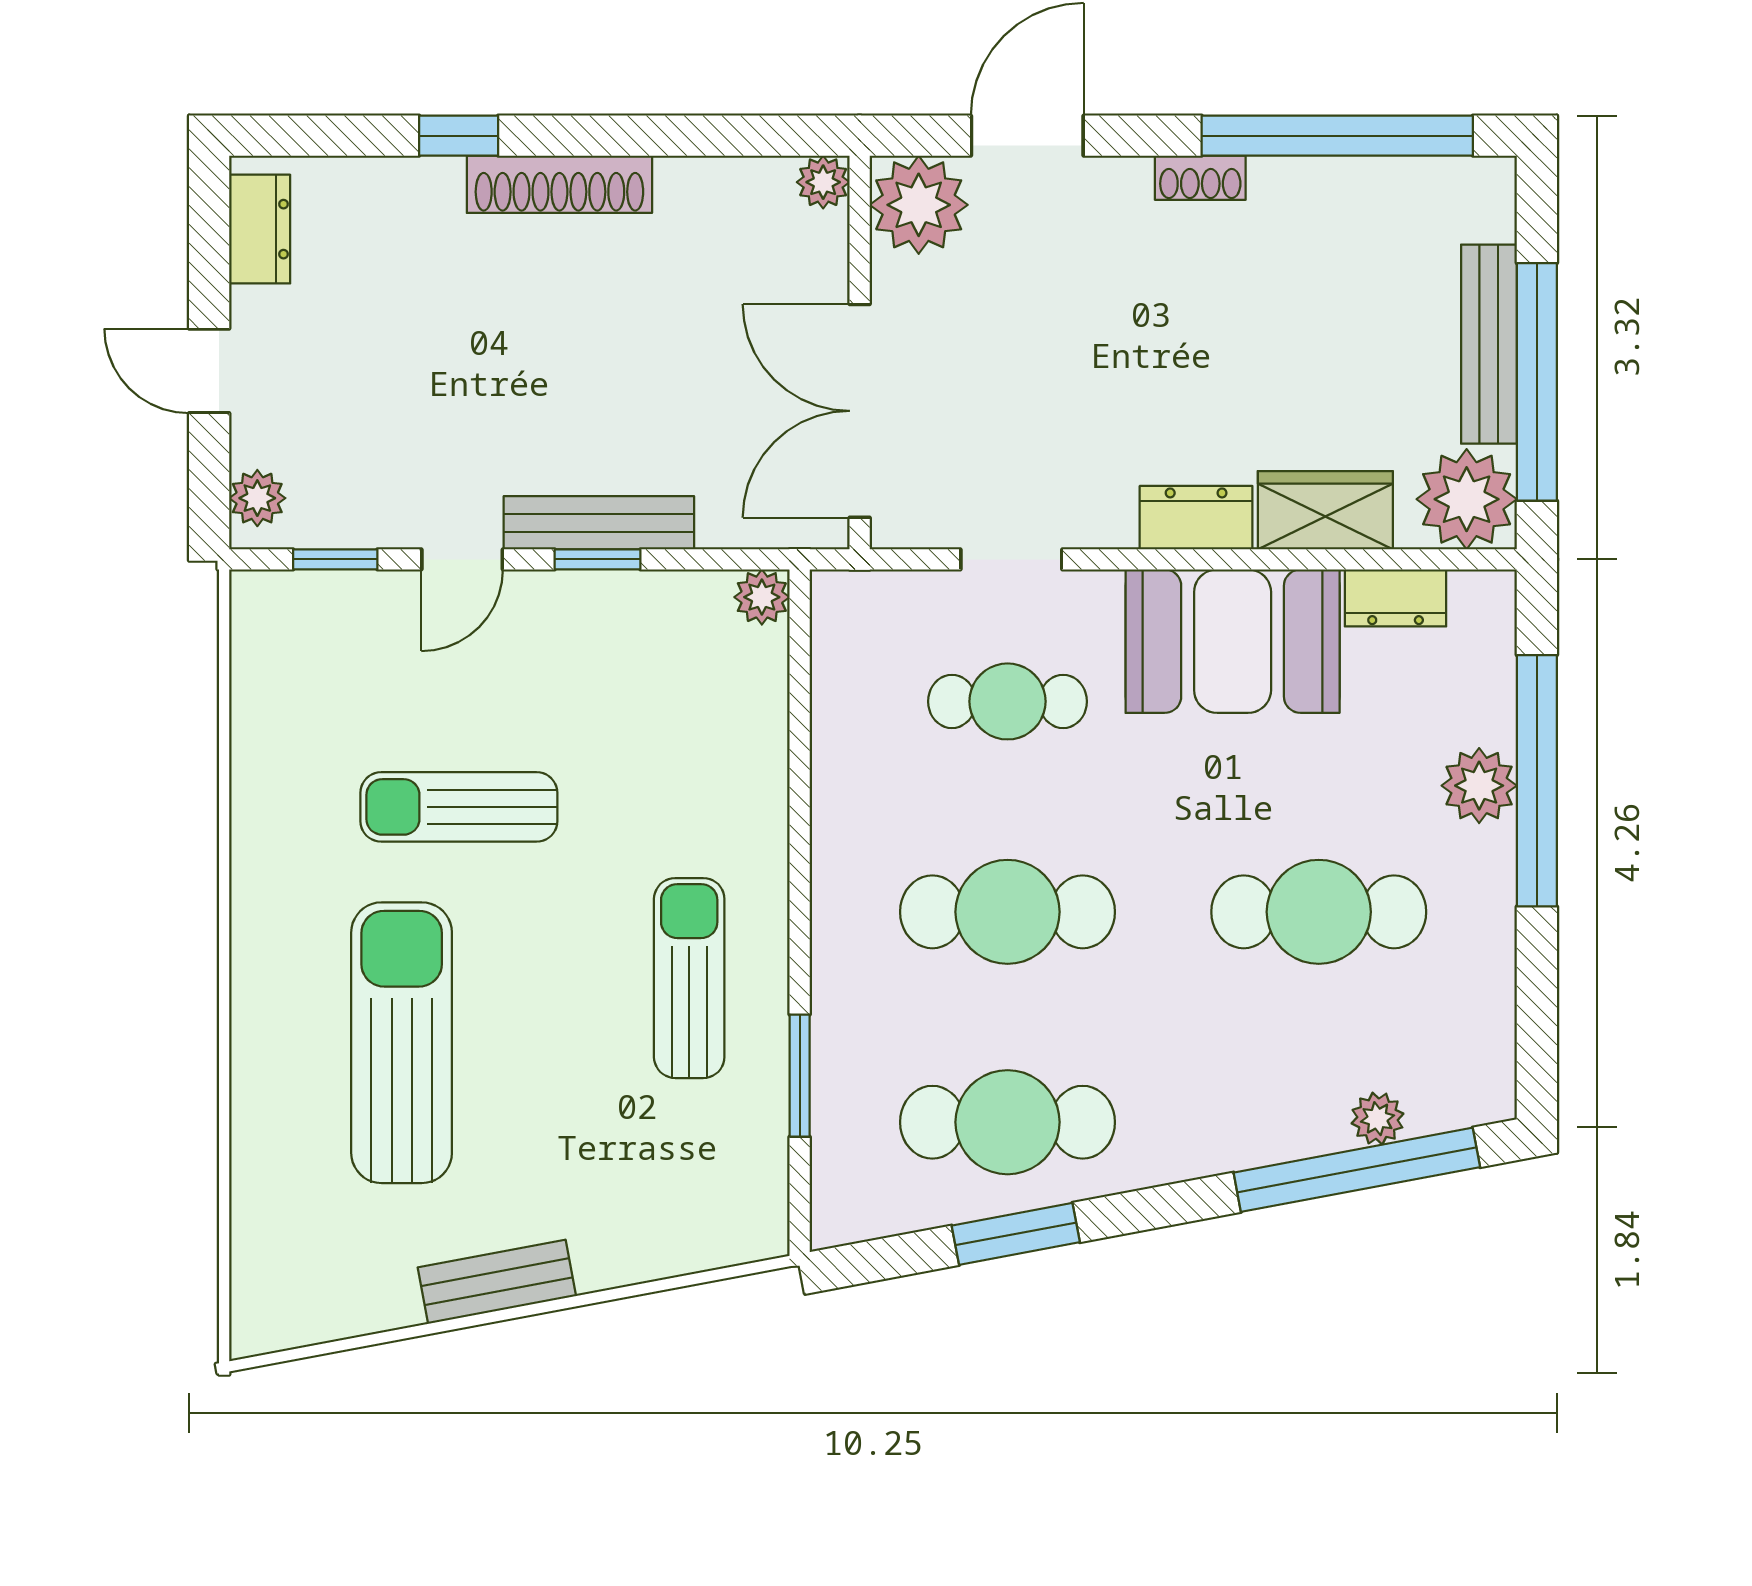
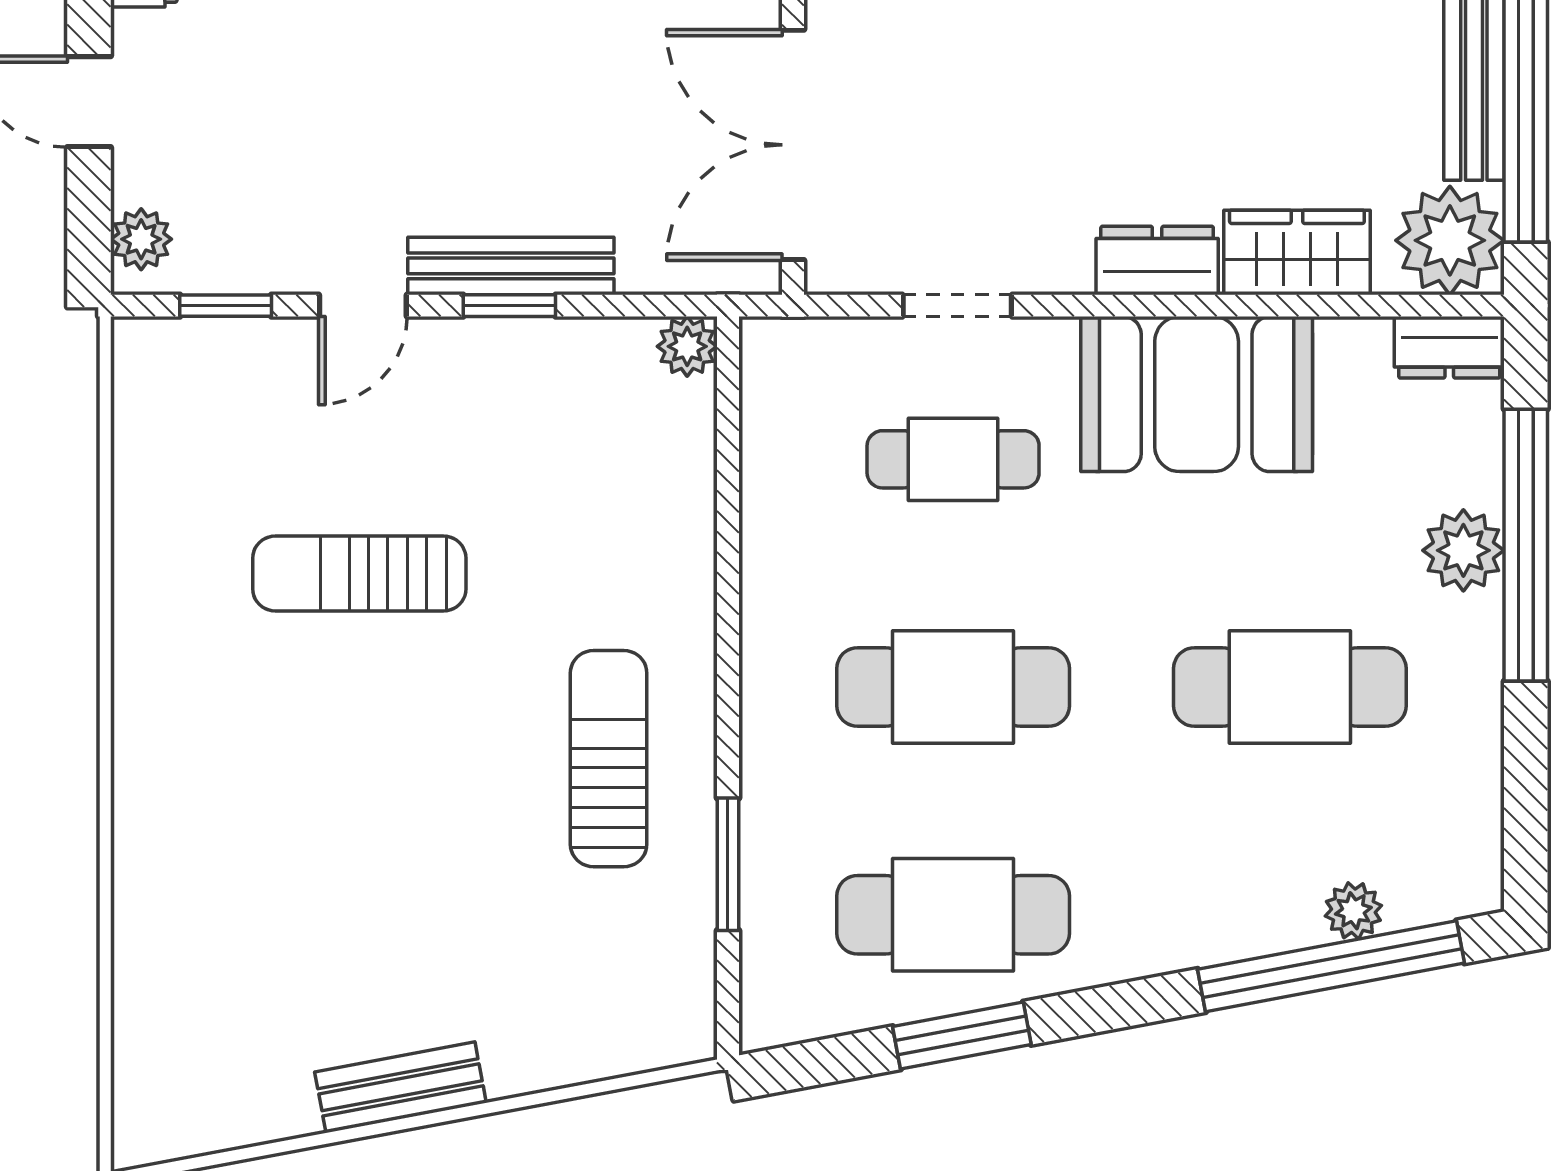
dresser: (1396, 598) -> (1449, 347), moved
sun lounger: (402, 1043) -> (297, 829), removed

